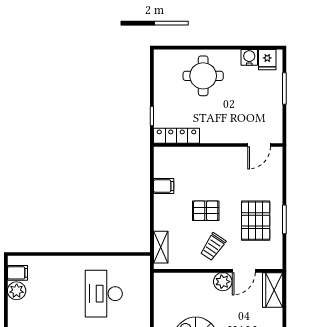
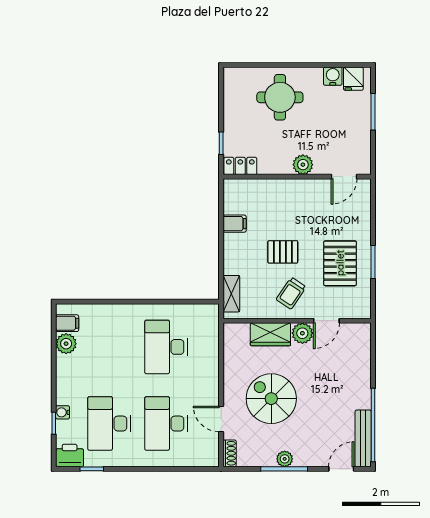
plant: (223, 135) -> (303, 165), added
locker: (176, 136) -> (240, 166), width x0.66
wardrobe: (273, 290) -> (270, 334), moved, turned -90

